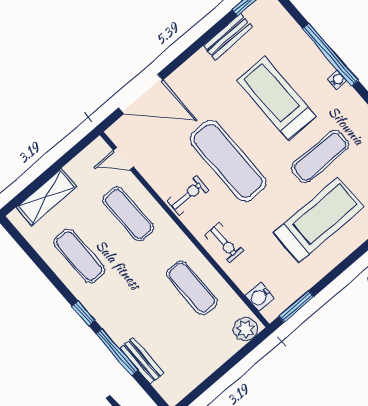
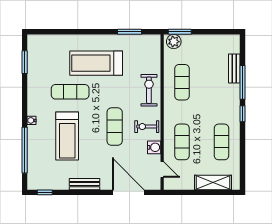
bench: (228, 37) -> (84, 184), moved
window: (331, 55) -> (25, 150), moved
exercise mat: (228, 161) -> (115, 127), width x0.73, depth x0.69
exercise bike: (224, 243) -> (149, 90), width x1.38, depth x1.39
water cooler: (260, 297) -> (154, 147), moved
window: (296, 306) -> (129, 32), moved
window: (248, 348) -> (180, 32), added

